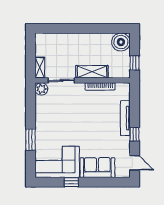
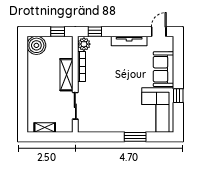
shelving: (40, 68) -> (45, 127), moved
plant: (41, 89) -> (84, 44), moved
tv unit: (125, 118) -> (129, 41), moved
window: (135, 134) -> (95, 32), moved

